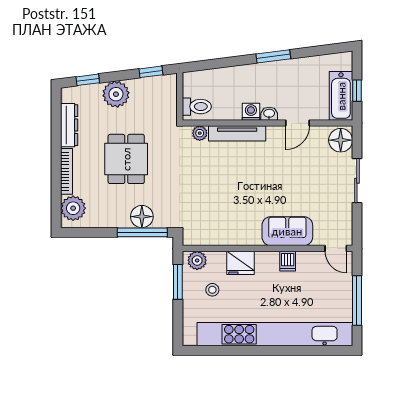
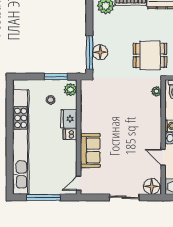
tv unit: (237, 133) -> (156, 117), removed
dining table: (126, 159) -> (150, 55), moved
dishwasher: (288, 261) -> (70, 134), moved

